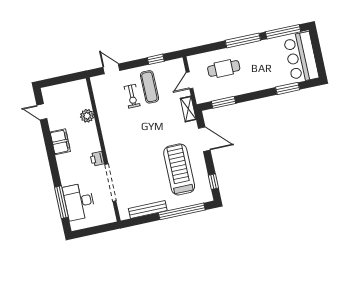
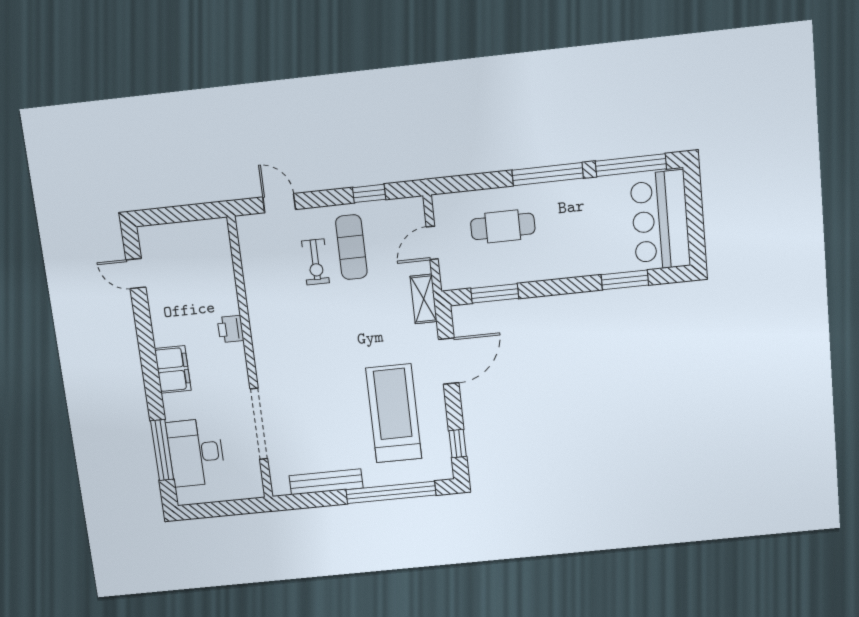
plant: (87, 116) -> (224, 291), removed
door: (204, 139) -> (449, 361), hinge flipped
filing cabinet: (60, 142) -> (173, 369), moved
printer: (97, 159) -> (231, 329), moved

